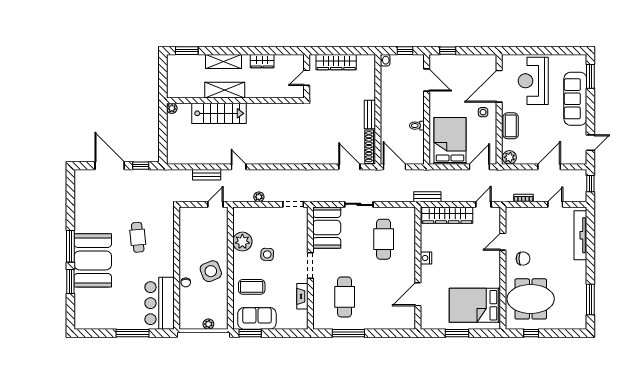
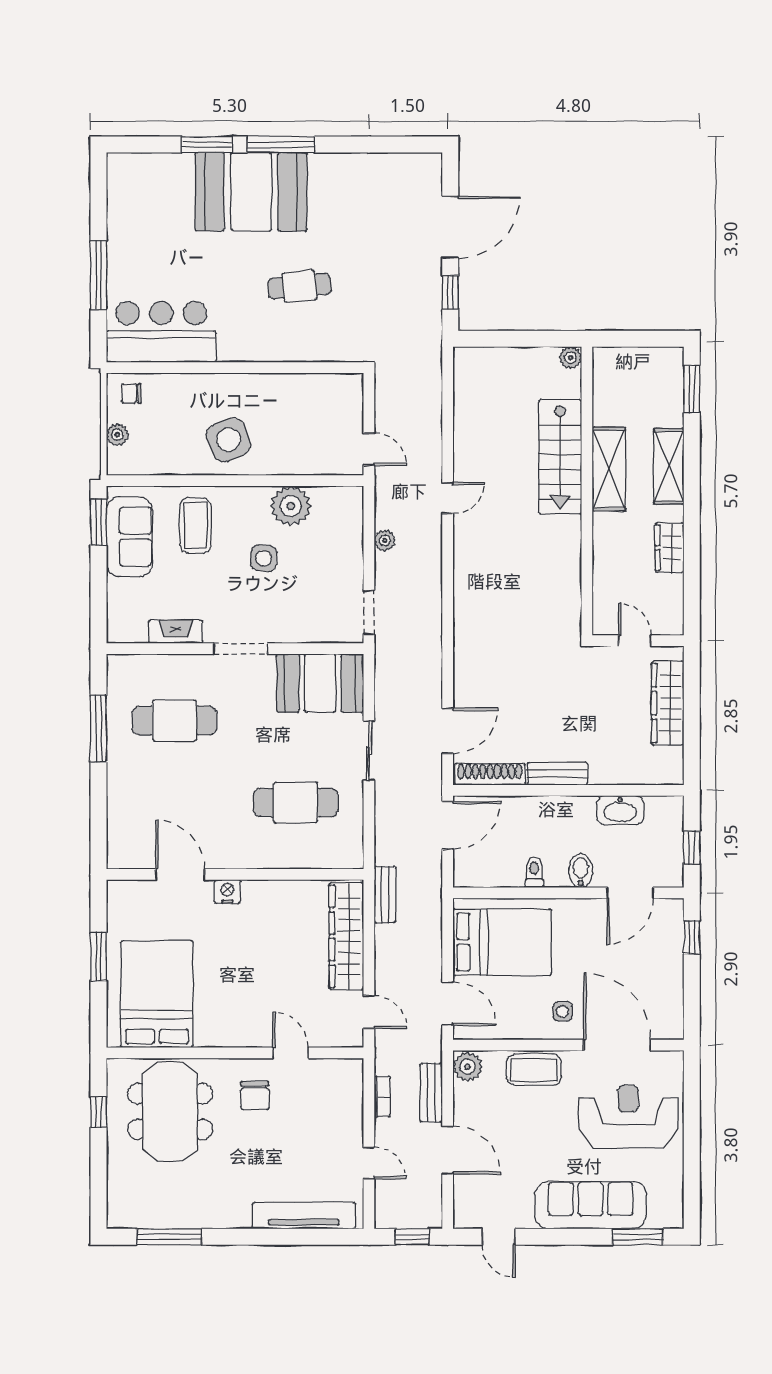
washbasin: (385, 60) -> (620, 810), moved, width x1.91, depth x1.45
bidet: (416, 103) -> (581, 871), added
bench: (207, 175) -> (431, 1093), moved
nightstand: (426, 258) -> (227, 892), moved
chair: (186, 282) -> (131, 393), moved

